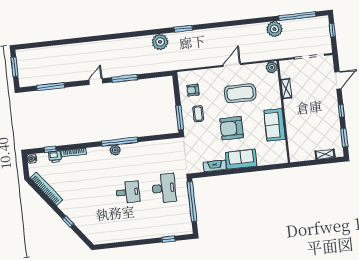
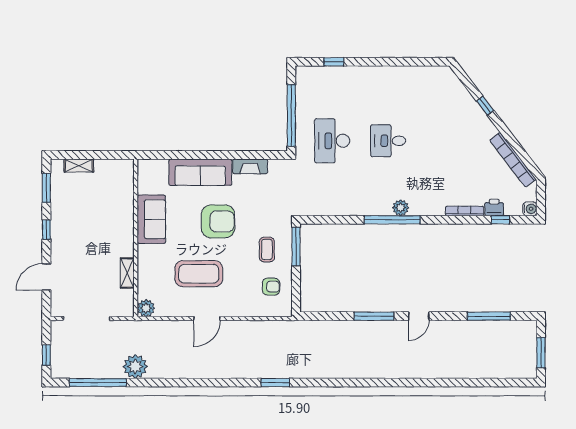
plant: (160, 42) -> (313, 366), removed
sofa: (241, 159) -> (200, 172), width x1.36

